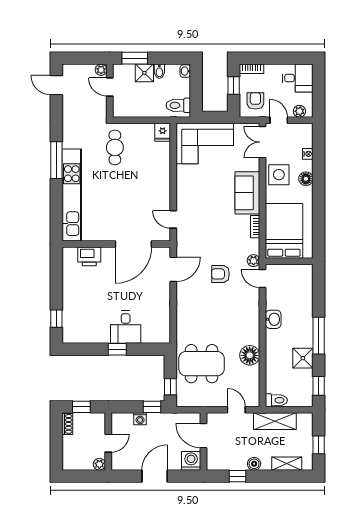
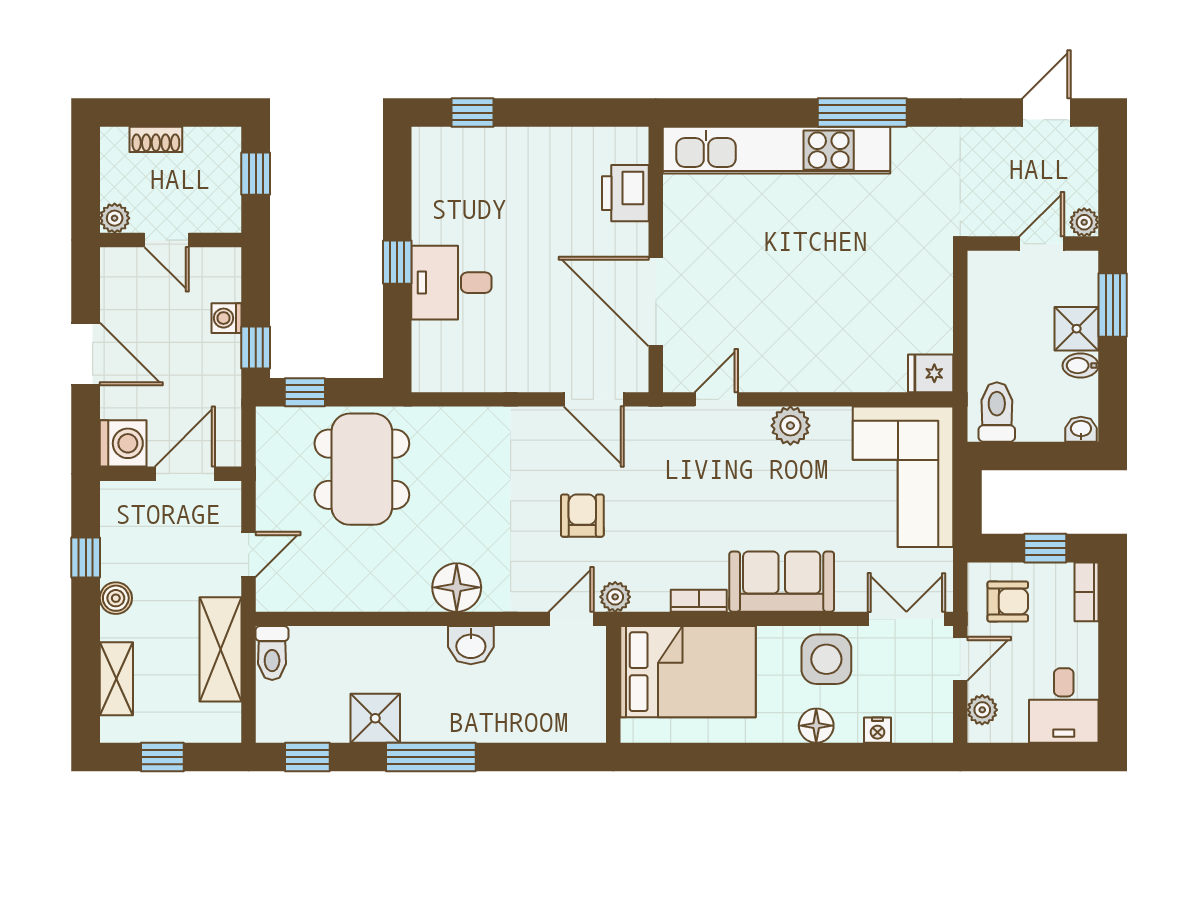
cafe table: (115, 147) -> (893, 256), removed
plant: (184, 189) -> (790, 426), added
floor lamp: (250, 355) -> (457, 587), moved
shoe rack: (67, 424) -> (156, 139), moved

